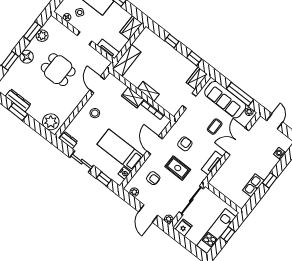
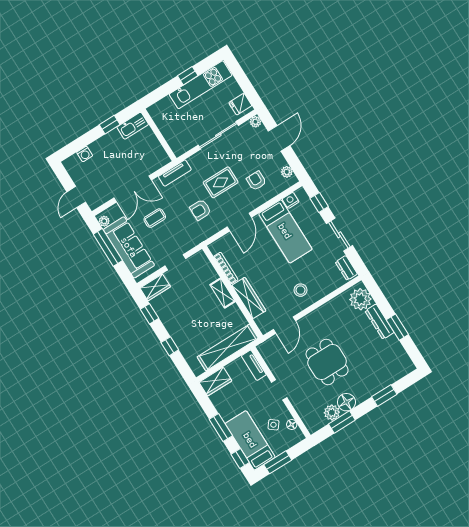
floor lamp: (27, 57) -> (346, 402), moved
shelving: (127, 60) -> (228, 348), width x1.47
wardrobe: (133, 98) -> (249, 298), width x1.50
dresser: (18, 100) -> (380, 322), moved
rug: (178, 168) -> (221, 182), turned 90
wall: (223, 198) -> (159, 135), moved

